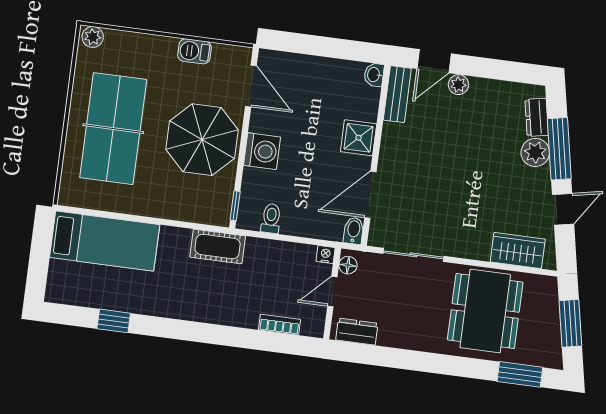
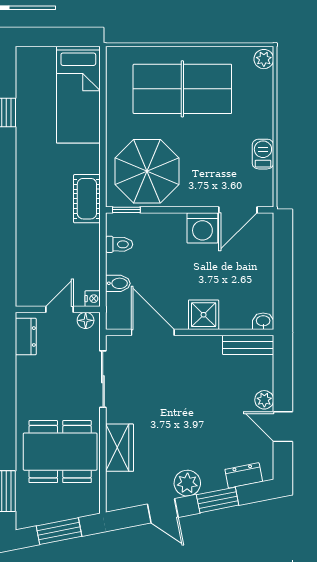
door: (434, 61) -> (283, 427), moved
parasol: (202, 140) -> (147, 171), moved
window: (559, 149) -> (218, 500), width x0.69
washing machine: (262, 151) -> (202, 228), moved
plant: (535, 152) -> (187, 483), moved
bidet: (354, 231) -> (118, 283), moved
wardrobe: (518, 250) -> (119, 448), moved
door: (332, 292) -> (59, 309), hinge flipped
bookcase: (280, 325) -> (23, 265), removed

